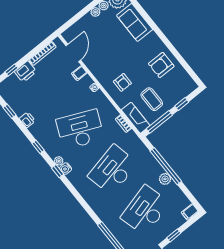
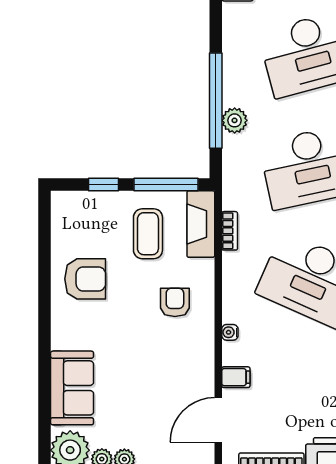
plant: (165, 179) -> (235, 120), moved

